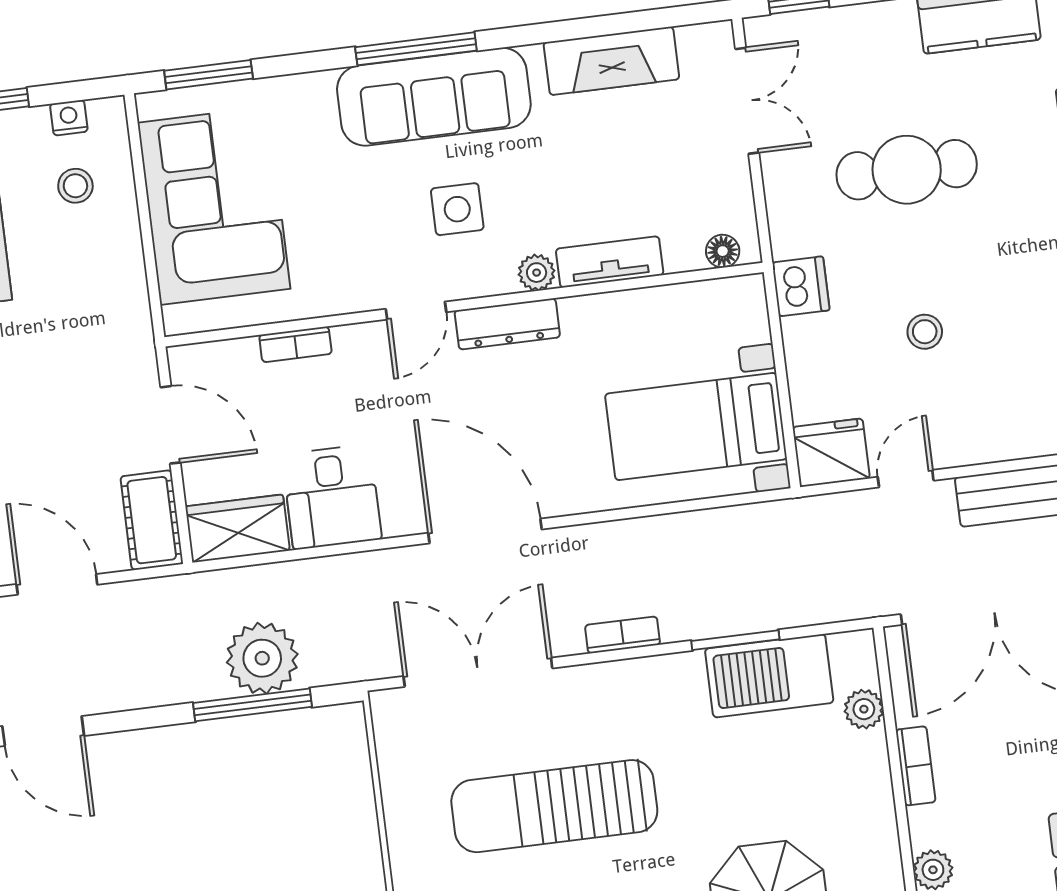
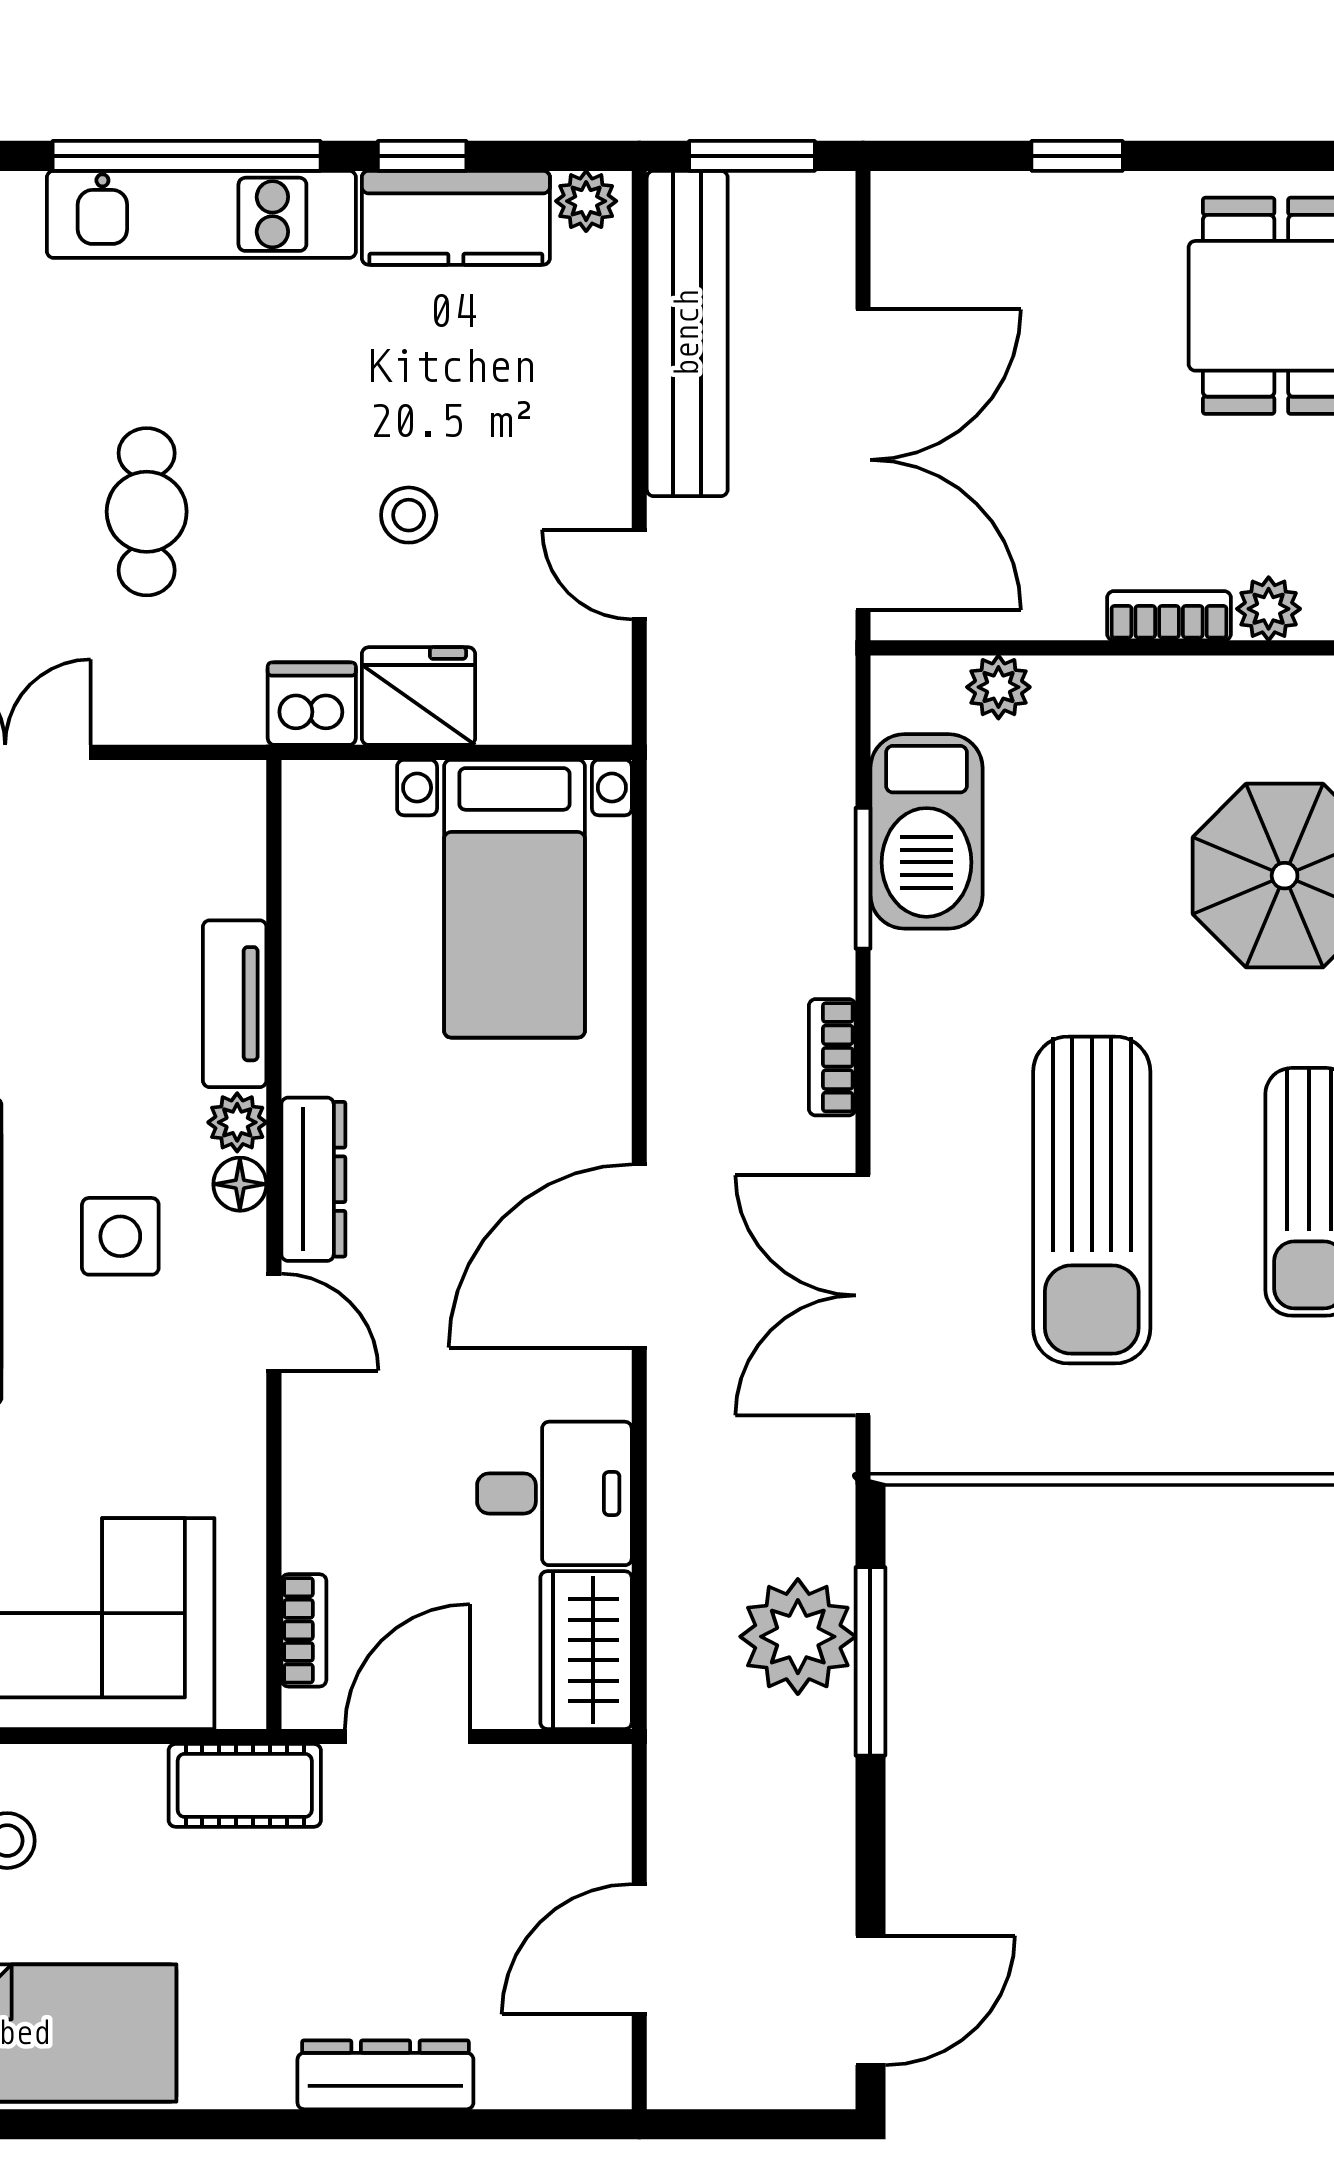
cafe table: (907, 170) -> (147, 512), width x0.73, depth x0.74
floor lamp: (723, 251) -> (240, 1184), moved
bookcase: (295, 344) -> (304, 1630), moved
fridge: (831, 453) -> (418, 696), moved, turned 90
cot: (152, 520) -> (245, 1785), moved
bookcase: (916, 766) -> (1169, 616), moved

